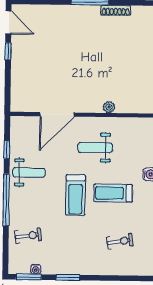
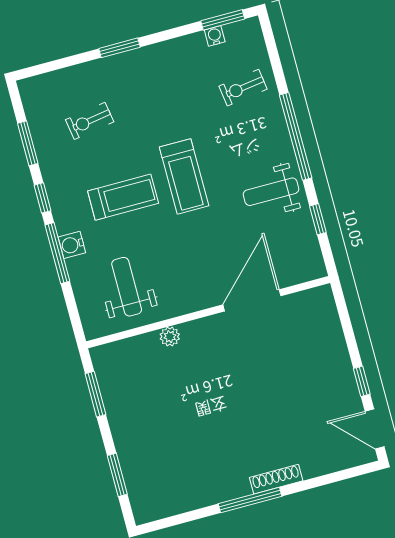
shoe rack: (116, 10) -> (276, 479), moved
weight bench: (95, 147) -> (127, 287), moved, turned -90
treadmill: (75, 195) -> (184, 176), turned 180
window: (68, 277) -> (119, 48), moved

